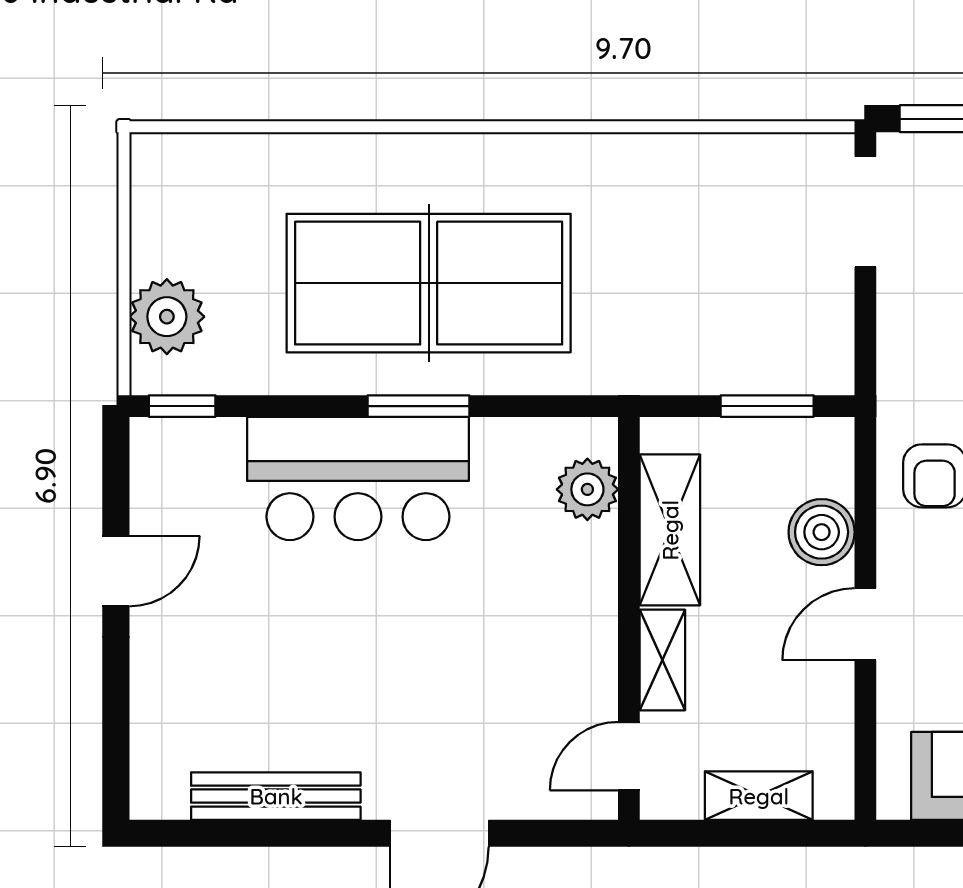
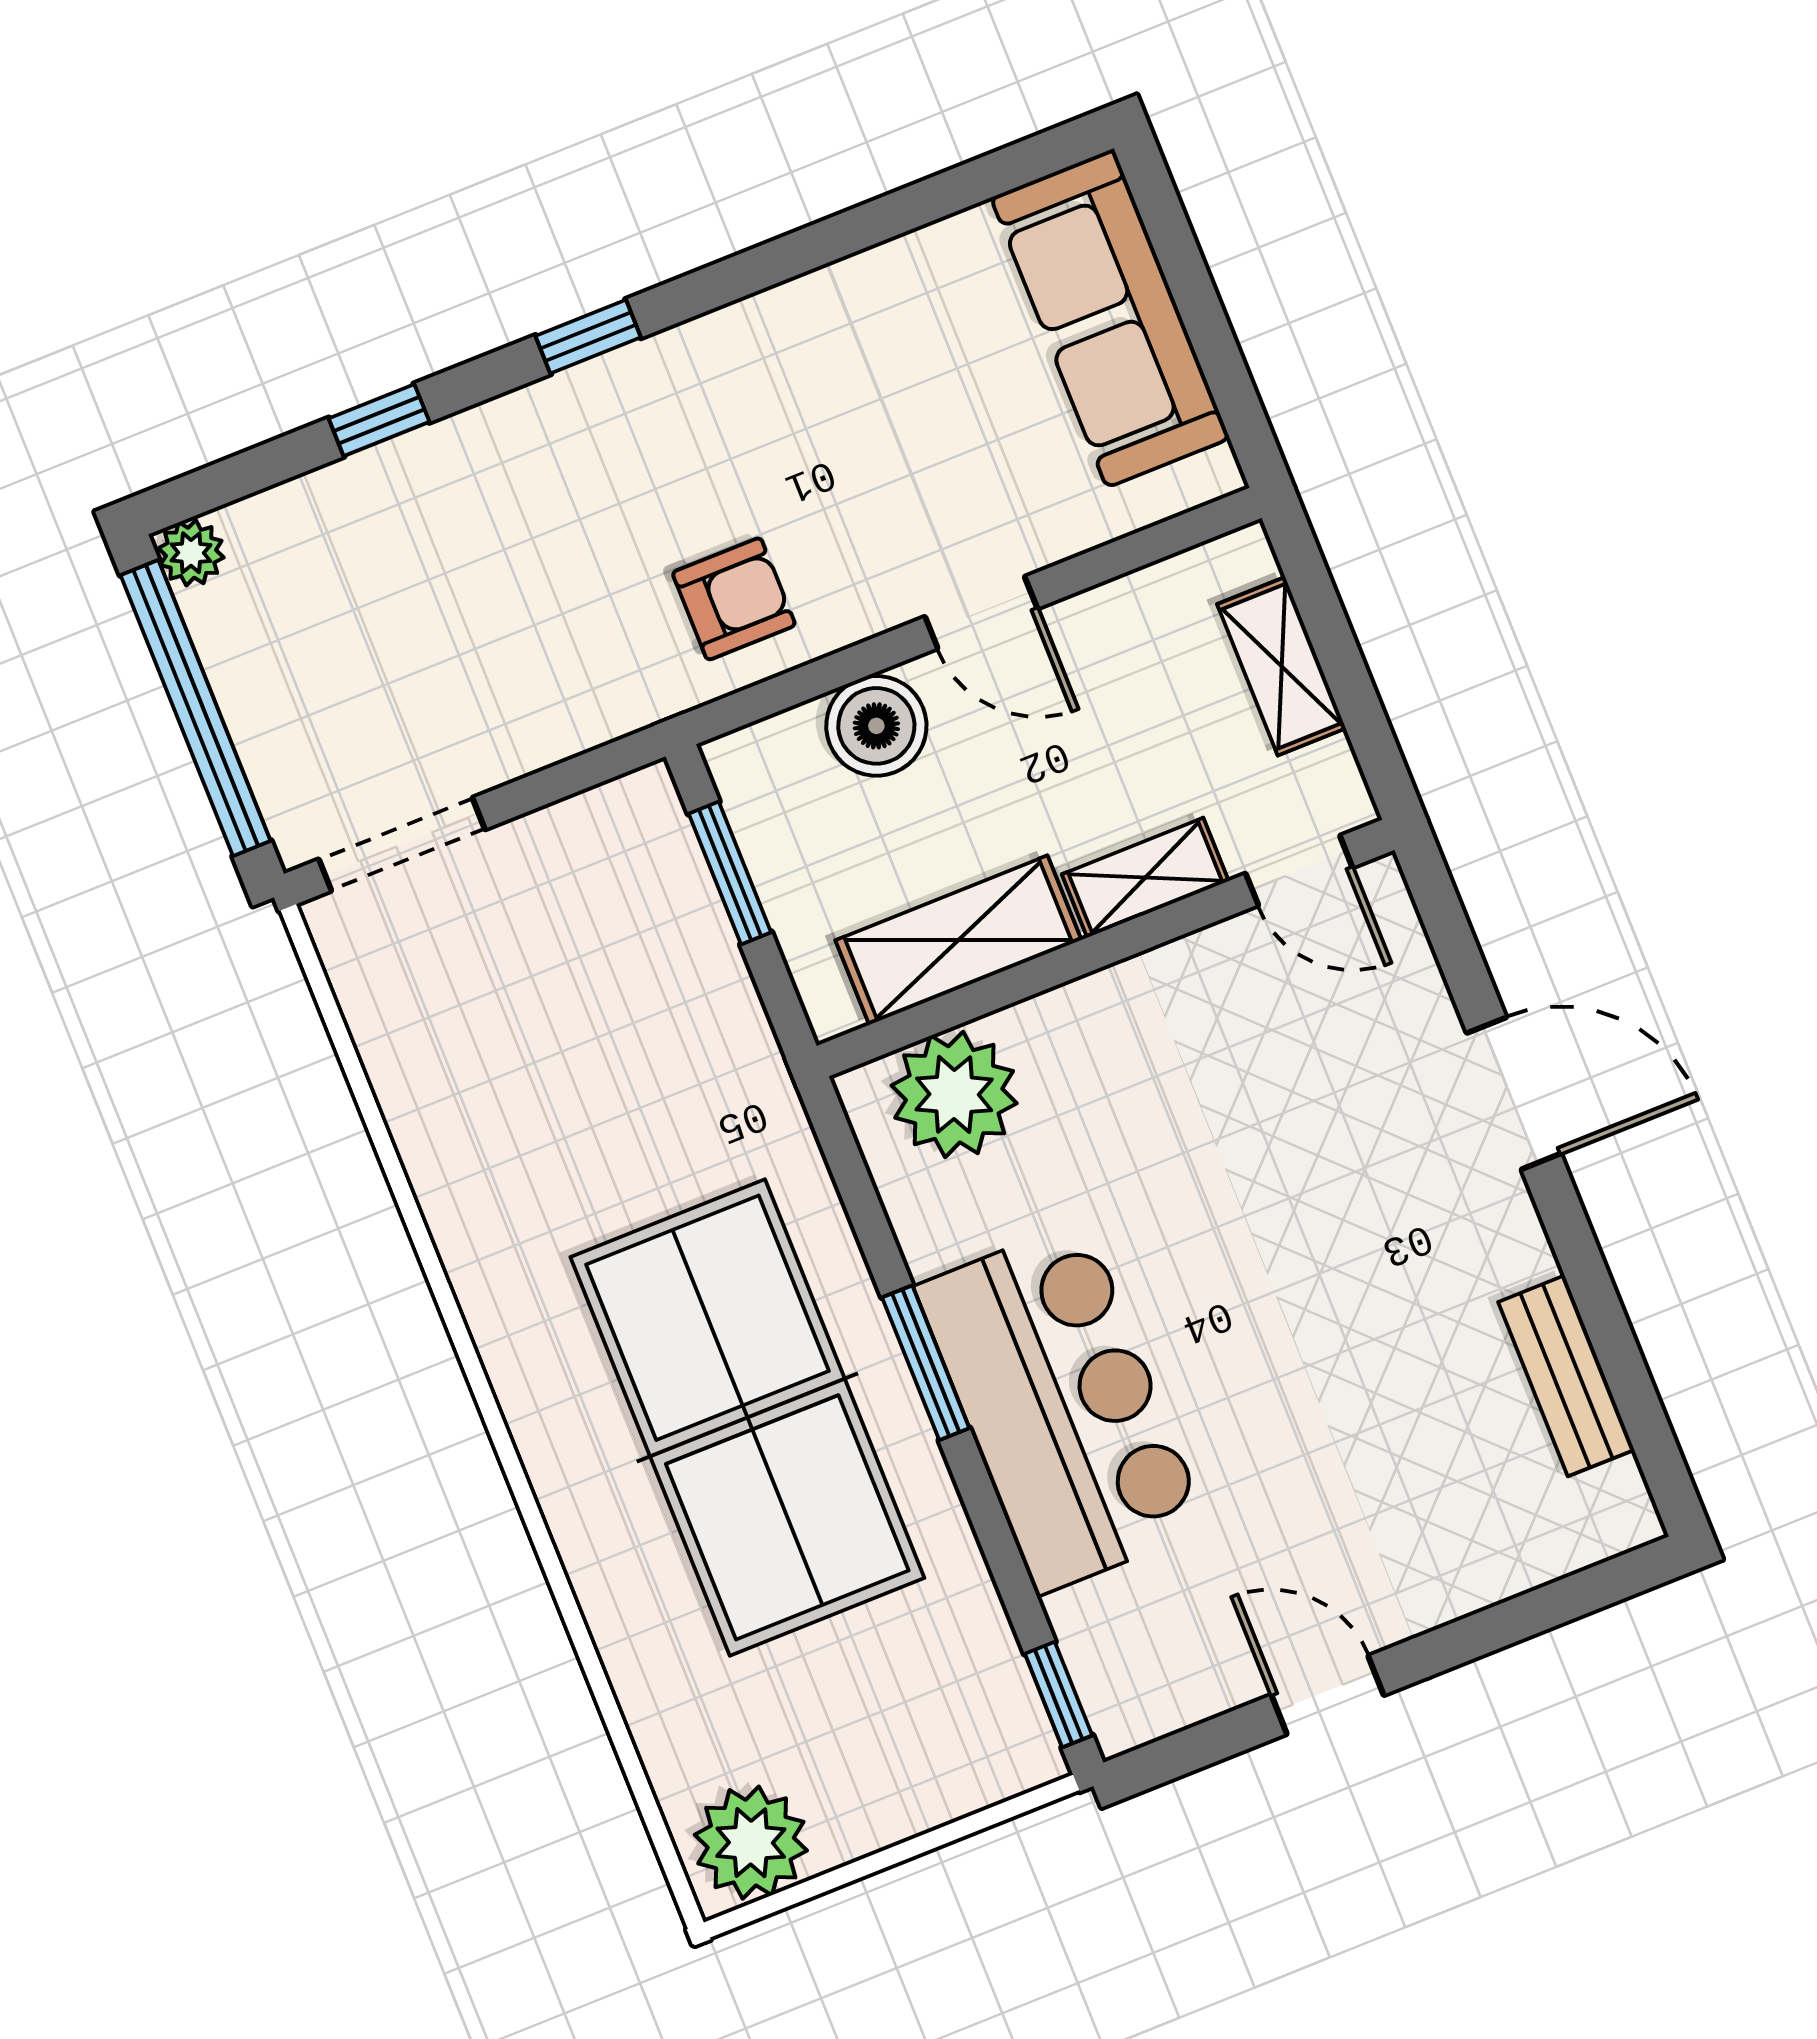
plant: (167, 317) -> (751, 1843), moved
plant: (587, 489) -> (954, 1094), width x1.36, depth x1.36
bench: (276, 796) -> (1566, 1376), width x0.73

